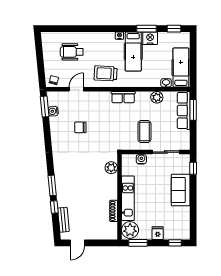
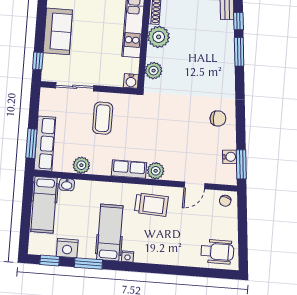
nightstand: (150, 38) -> (67, 248), moved
wheelchair: (72, 52) -> (217, 252), moved
plant: (104, 97) -> (156, 171), added
chair: (80, 127) -> (218, 118), moved
water cooler: (141, 159) -> (131, 81), moved
plant: (110, 192) -> (159, 37), added

